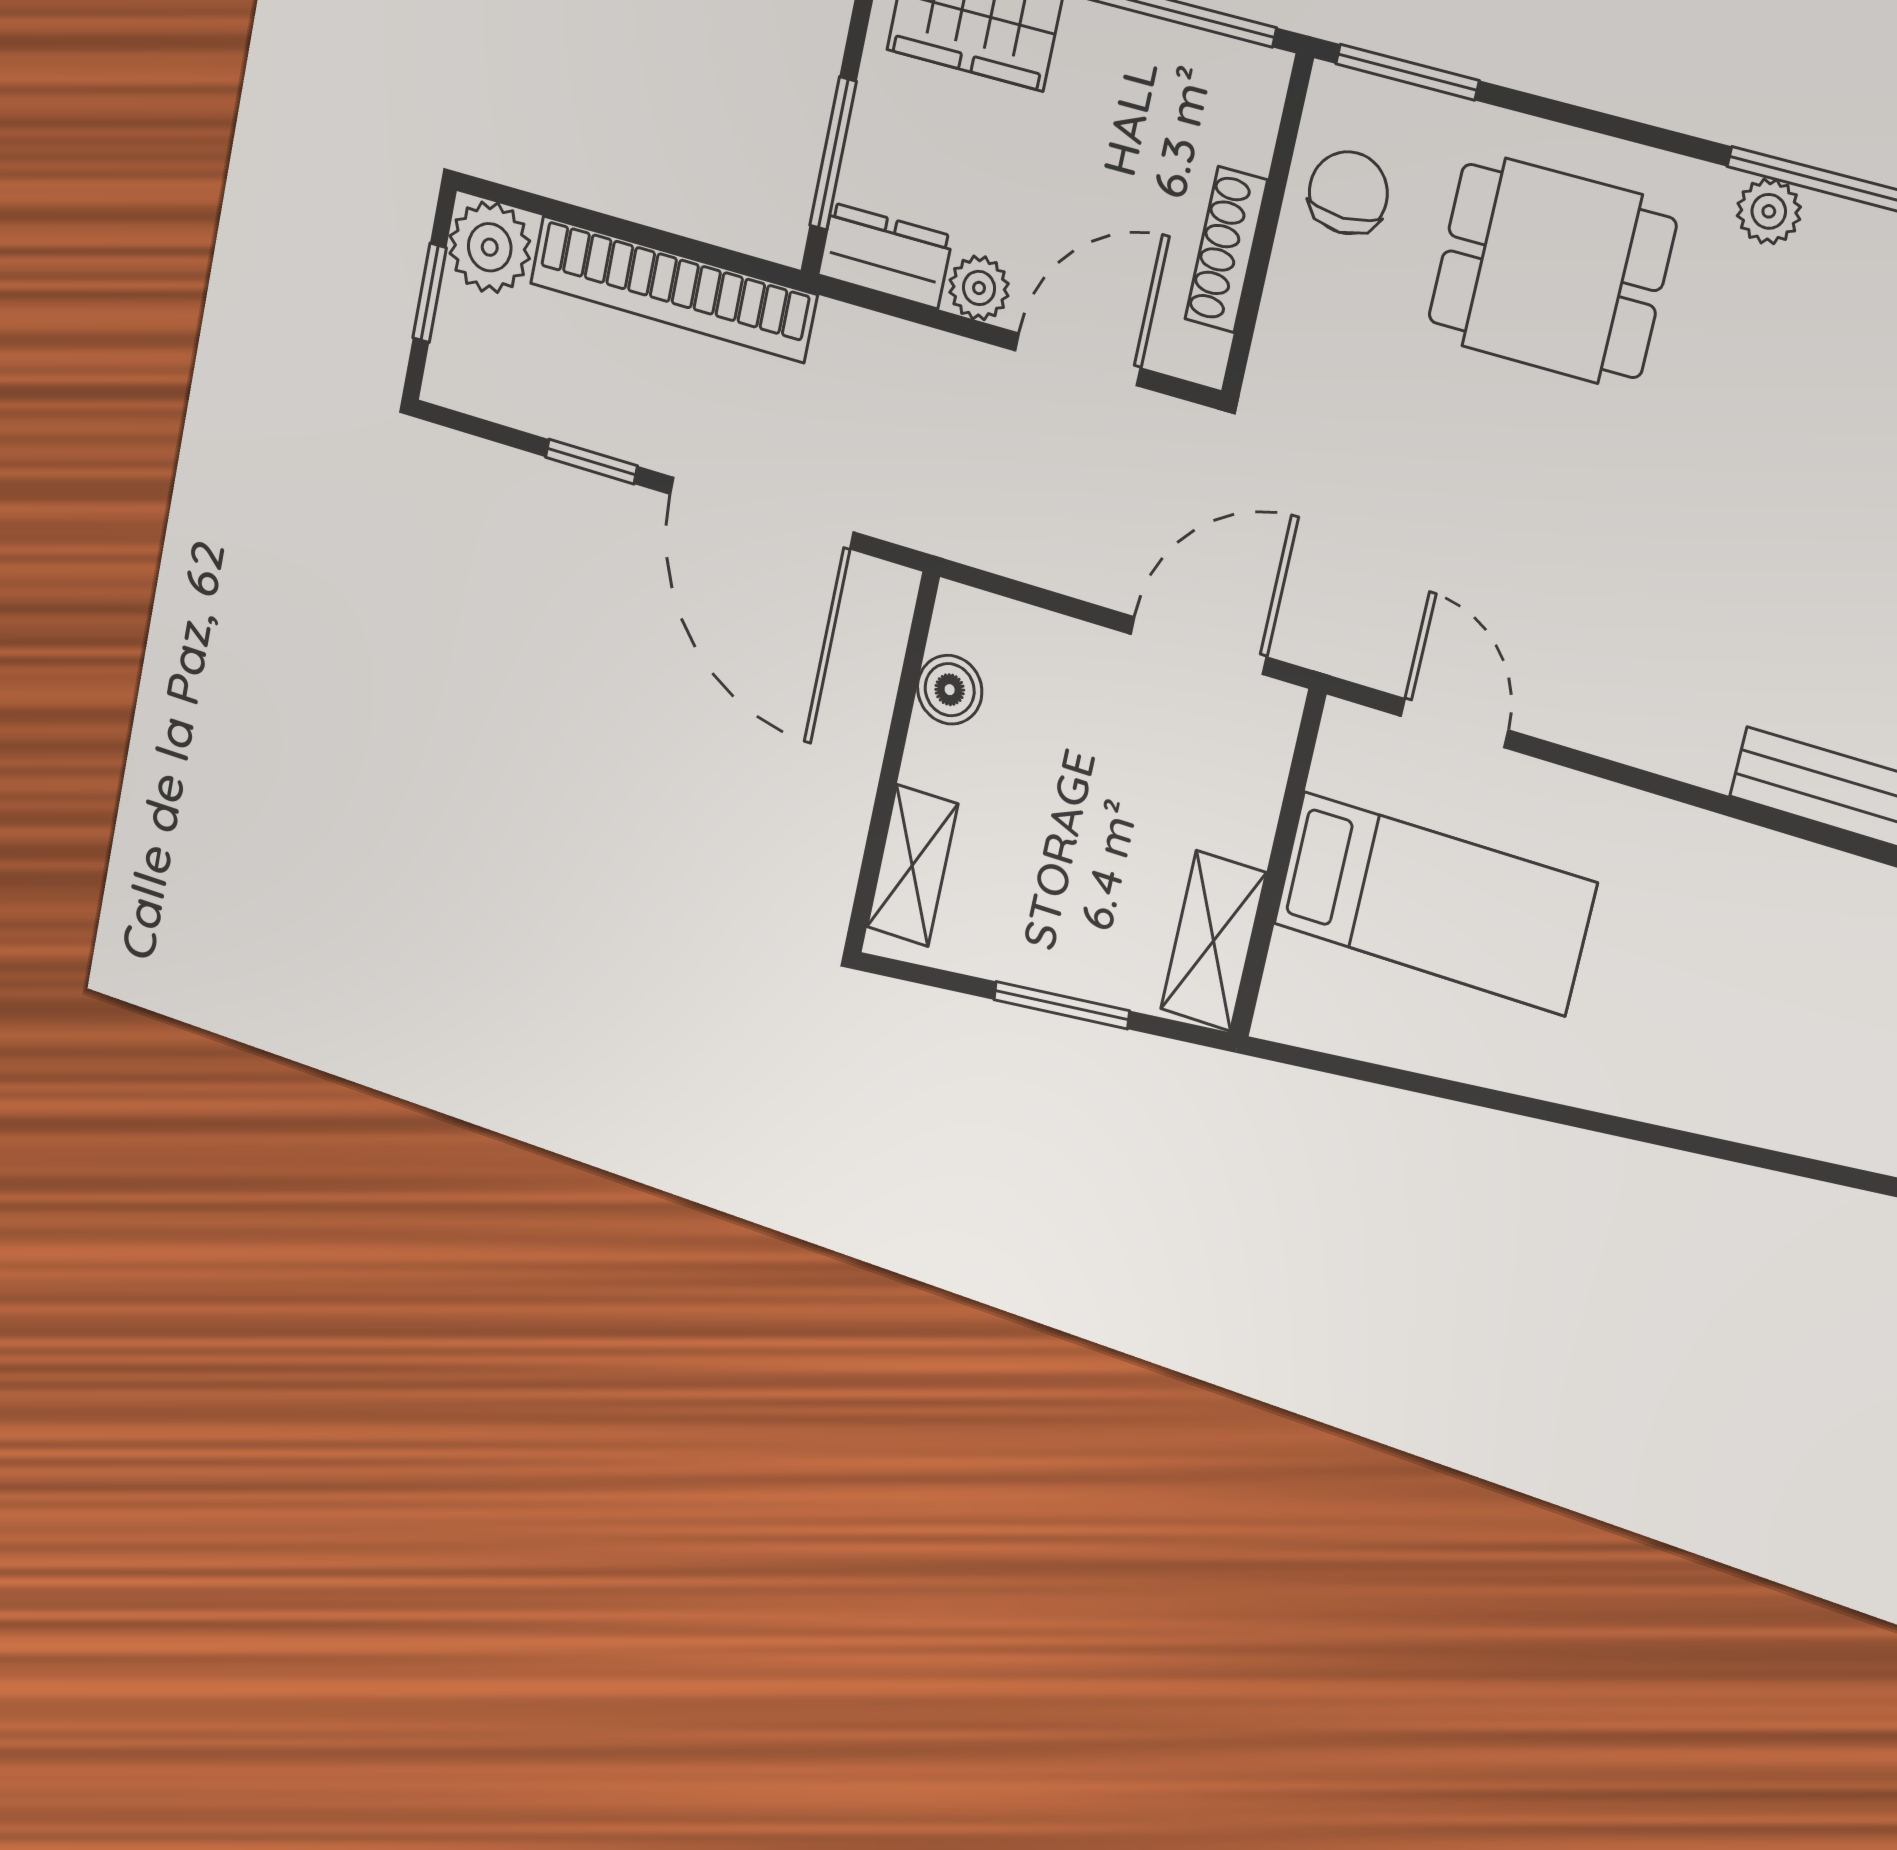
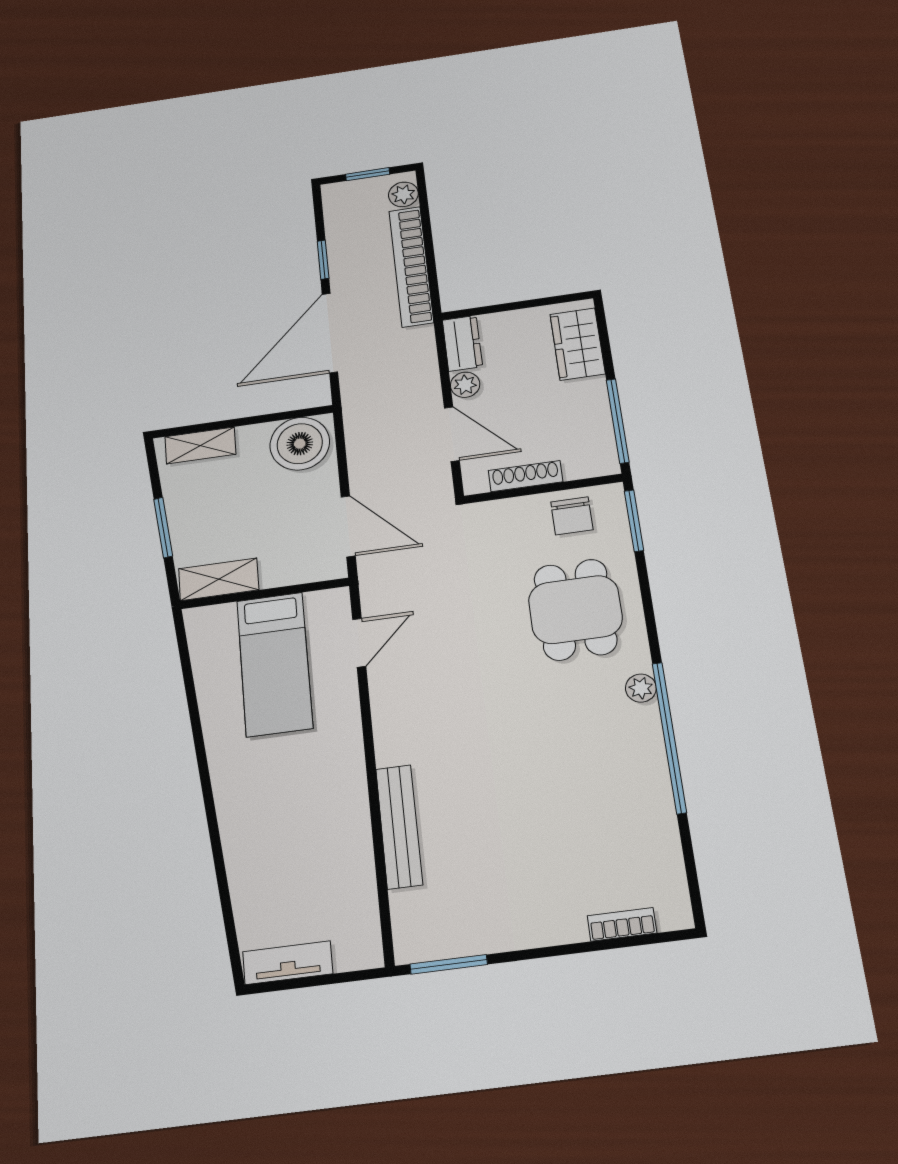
window: (833, 153) -> (497, 309), removed
chair: (1348, 193) -> (572, 516), turned 90
plant: (490, 247) -> (403, 194), width x0.73, depth x0.73
boiler: (950, 690) -> (300, 444), width x1.86, depth x1.86

